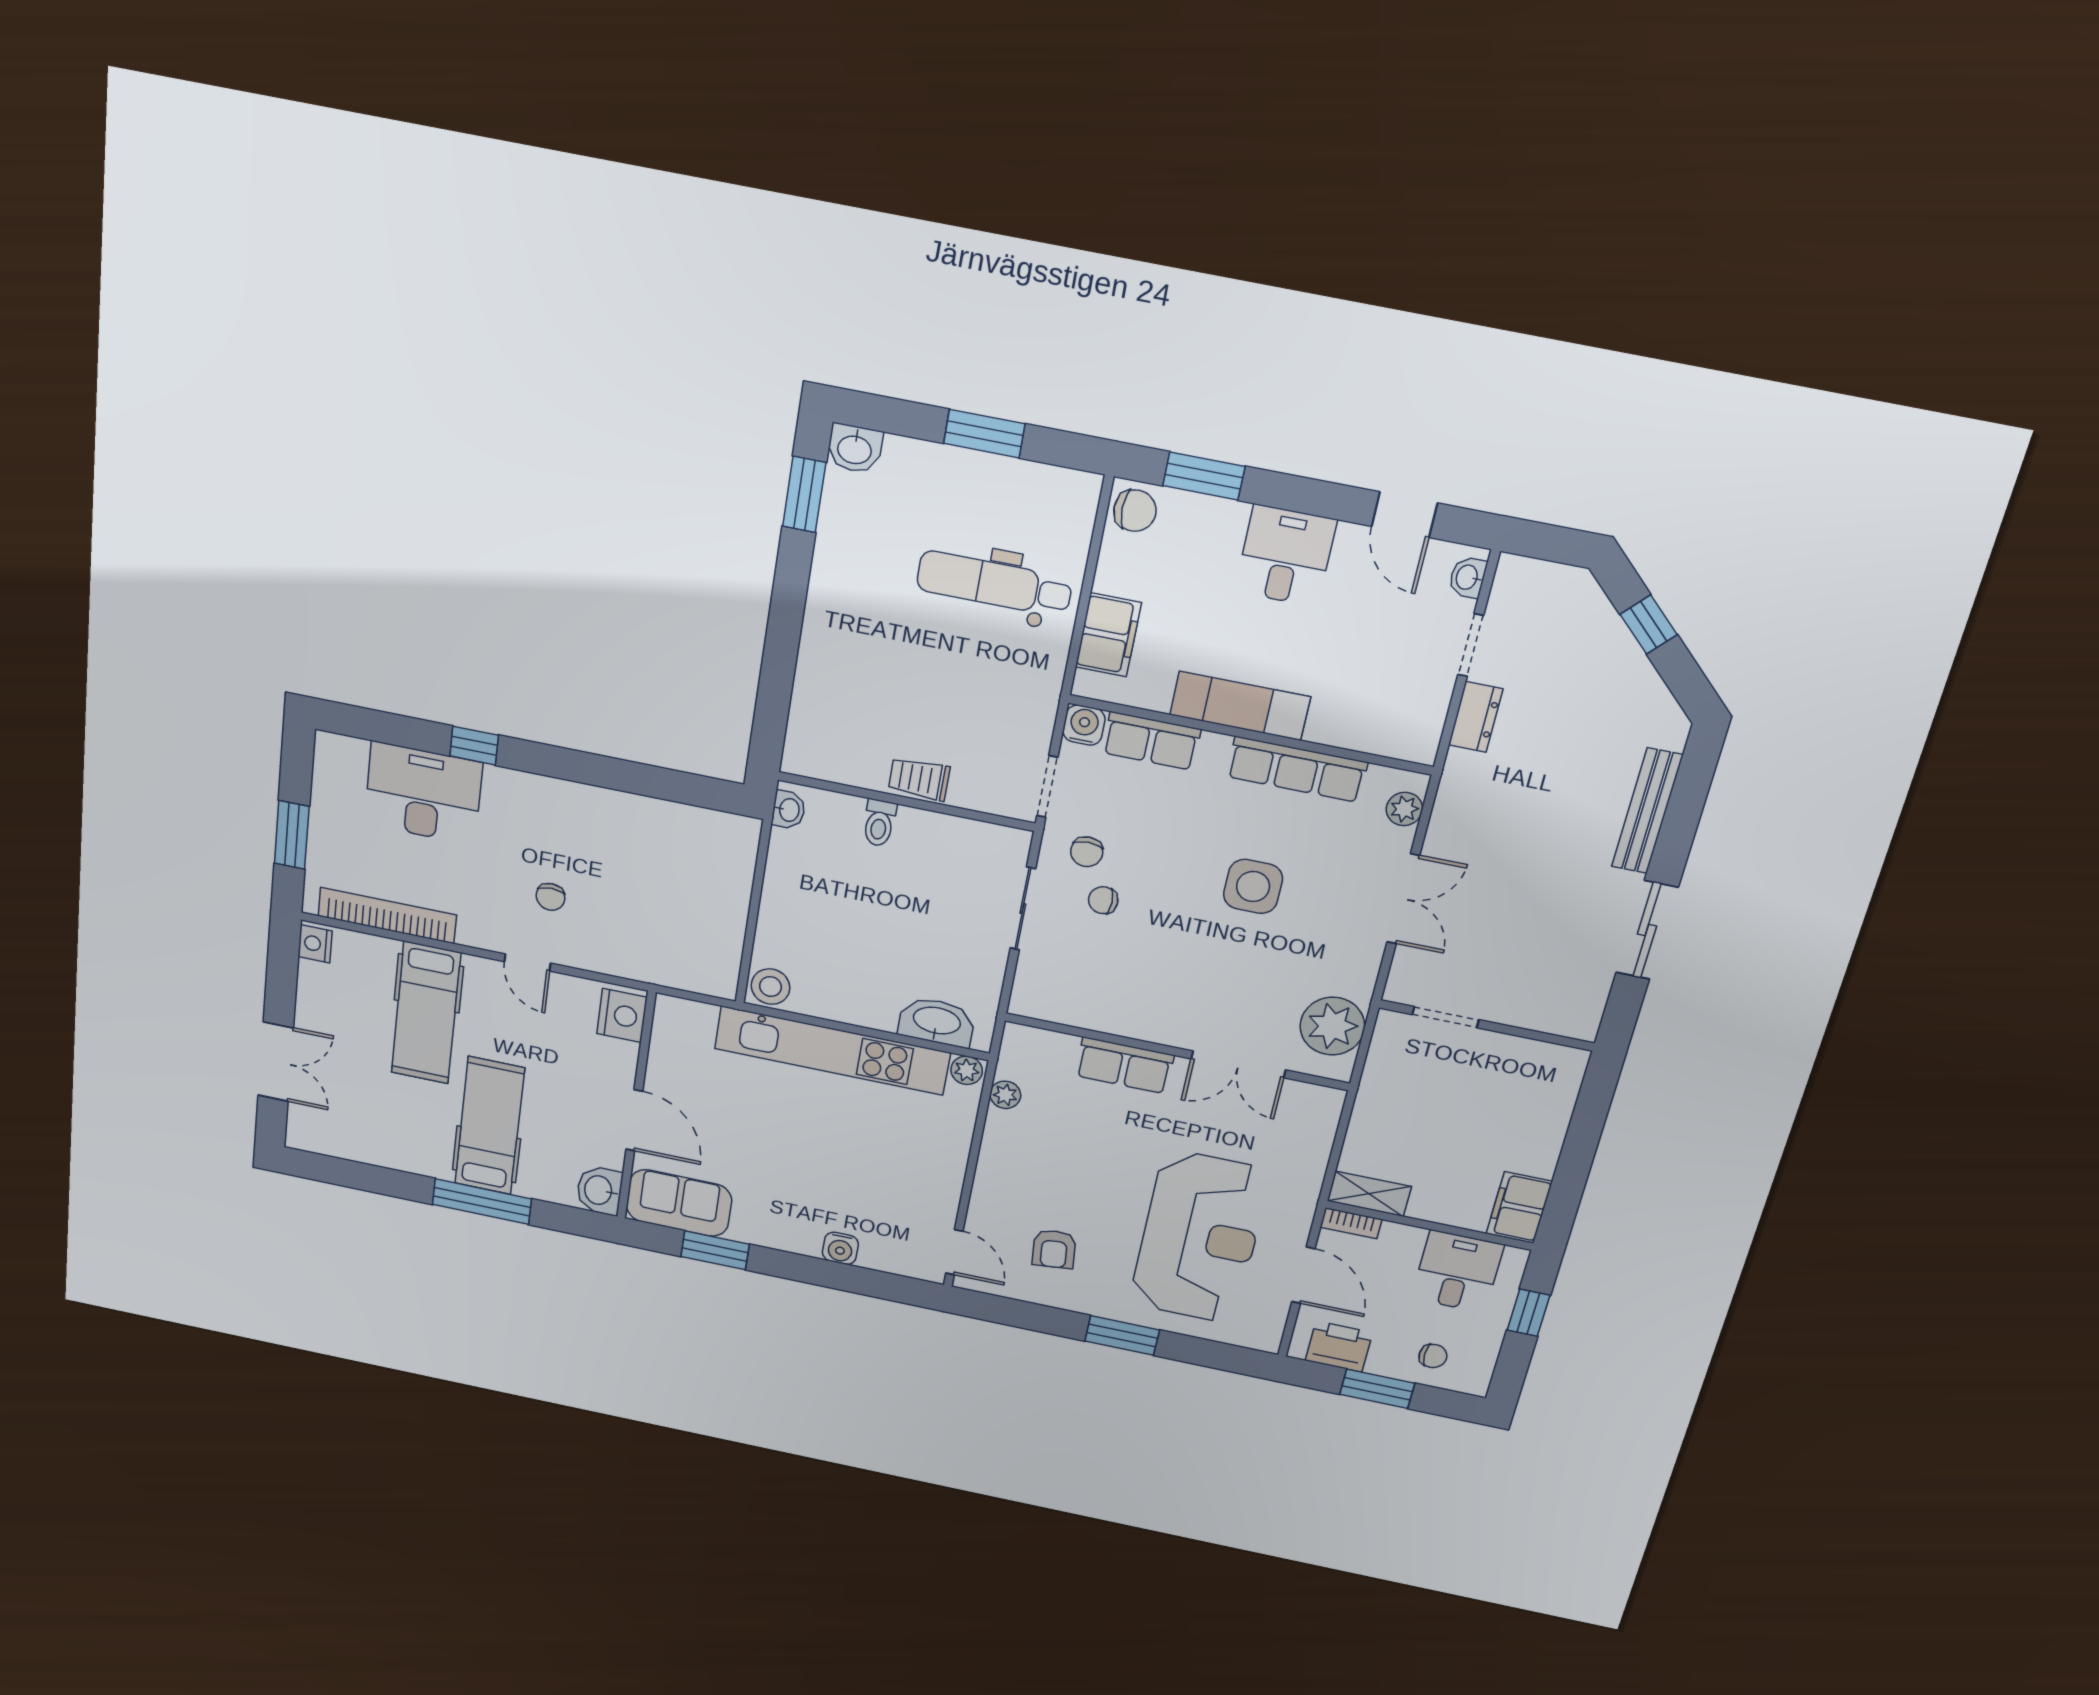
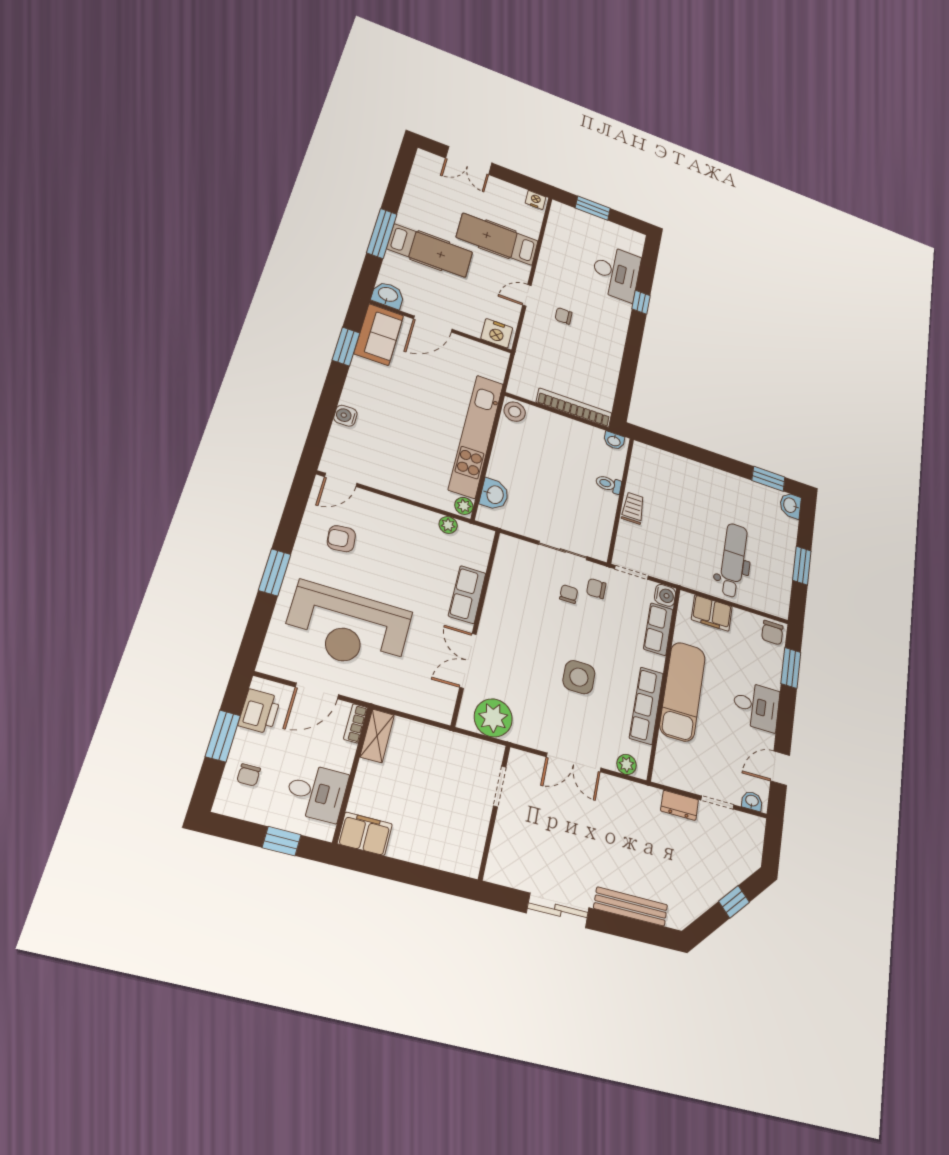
exam couch: (1240, 706) -> (683, 691), width x1.36, depth x1.45
bookcase: (387, 916) -> (574, 408), moved, turned -90
washbasin: (937, 1022) -> (494, 494), width x0.72

